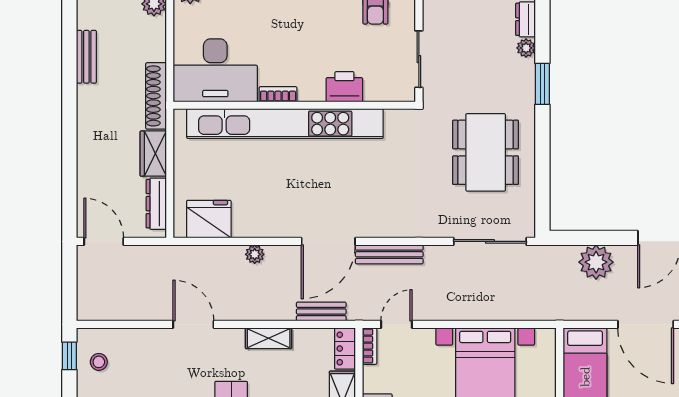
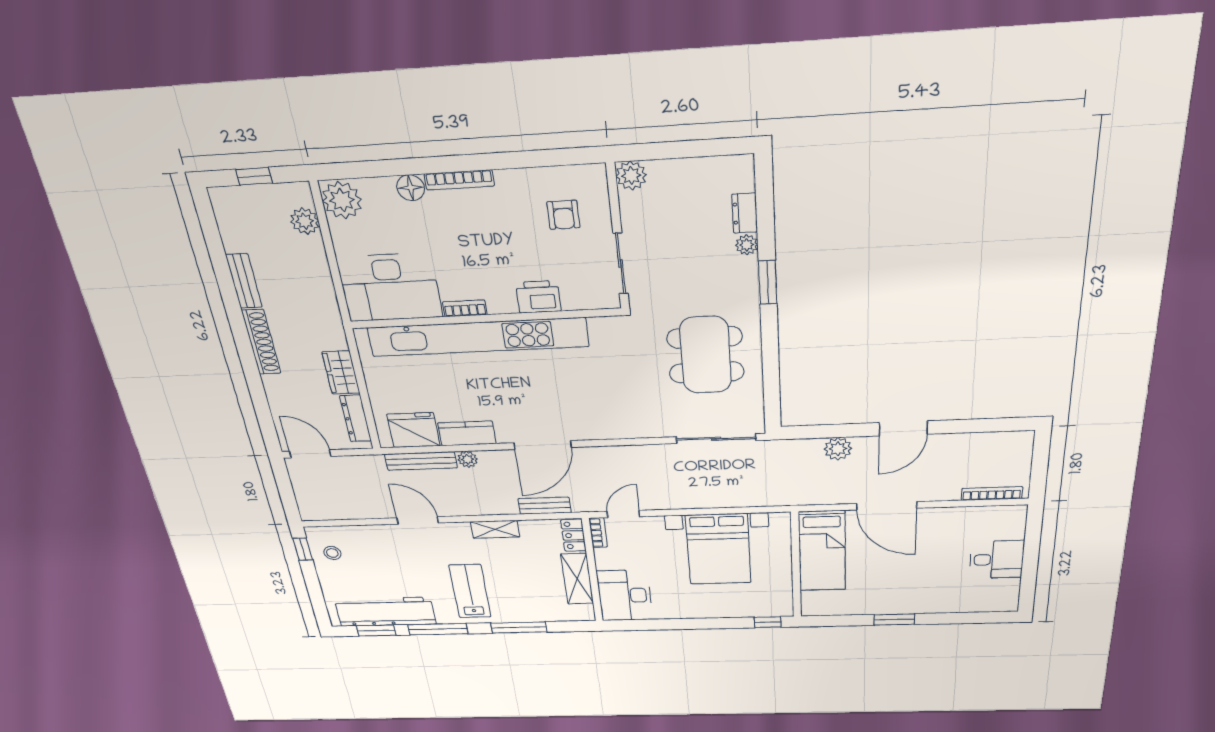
shoe rack: (156, 96) -> (261, 342), moved, turned 180
kitchen counter: (259, 225) -> (467, 433), added
bench: (389, 254) -> (421, 461), moved
plant: (596, 262) -> (838, 449), width x0.73, depth x0.73

